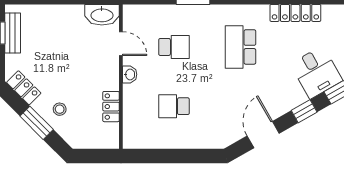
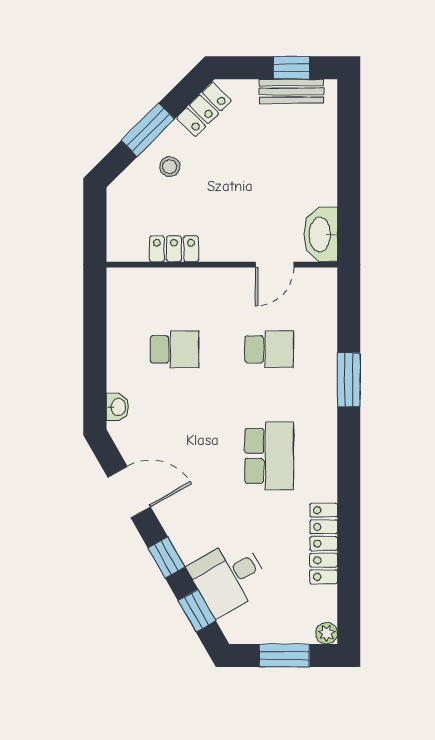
school desk: (174, 47) -> (269, 349), turned -90
school desk: (240, 47) -> (269, 456), turned 90
washbasin: (130, 74) -> (118, 407), moved, turned -90
school desk: (174, 106) -> (175, 349), turned 90

